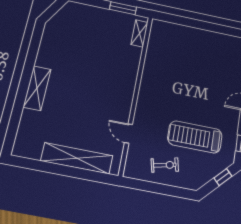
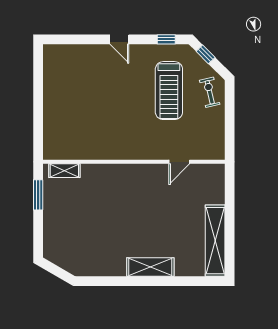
shelving: (77, 158) -> (215, 241), moved
exercise bike: (165, 165) -> (210, 92), moved

